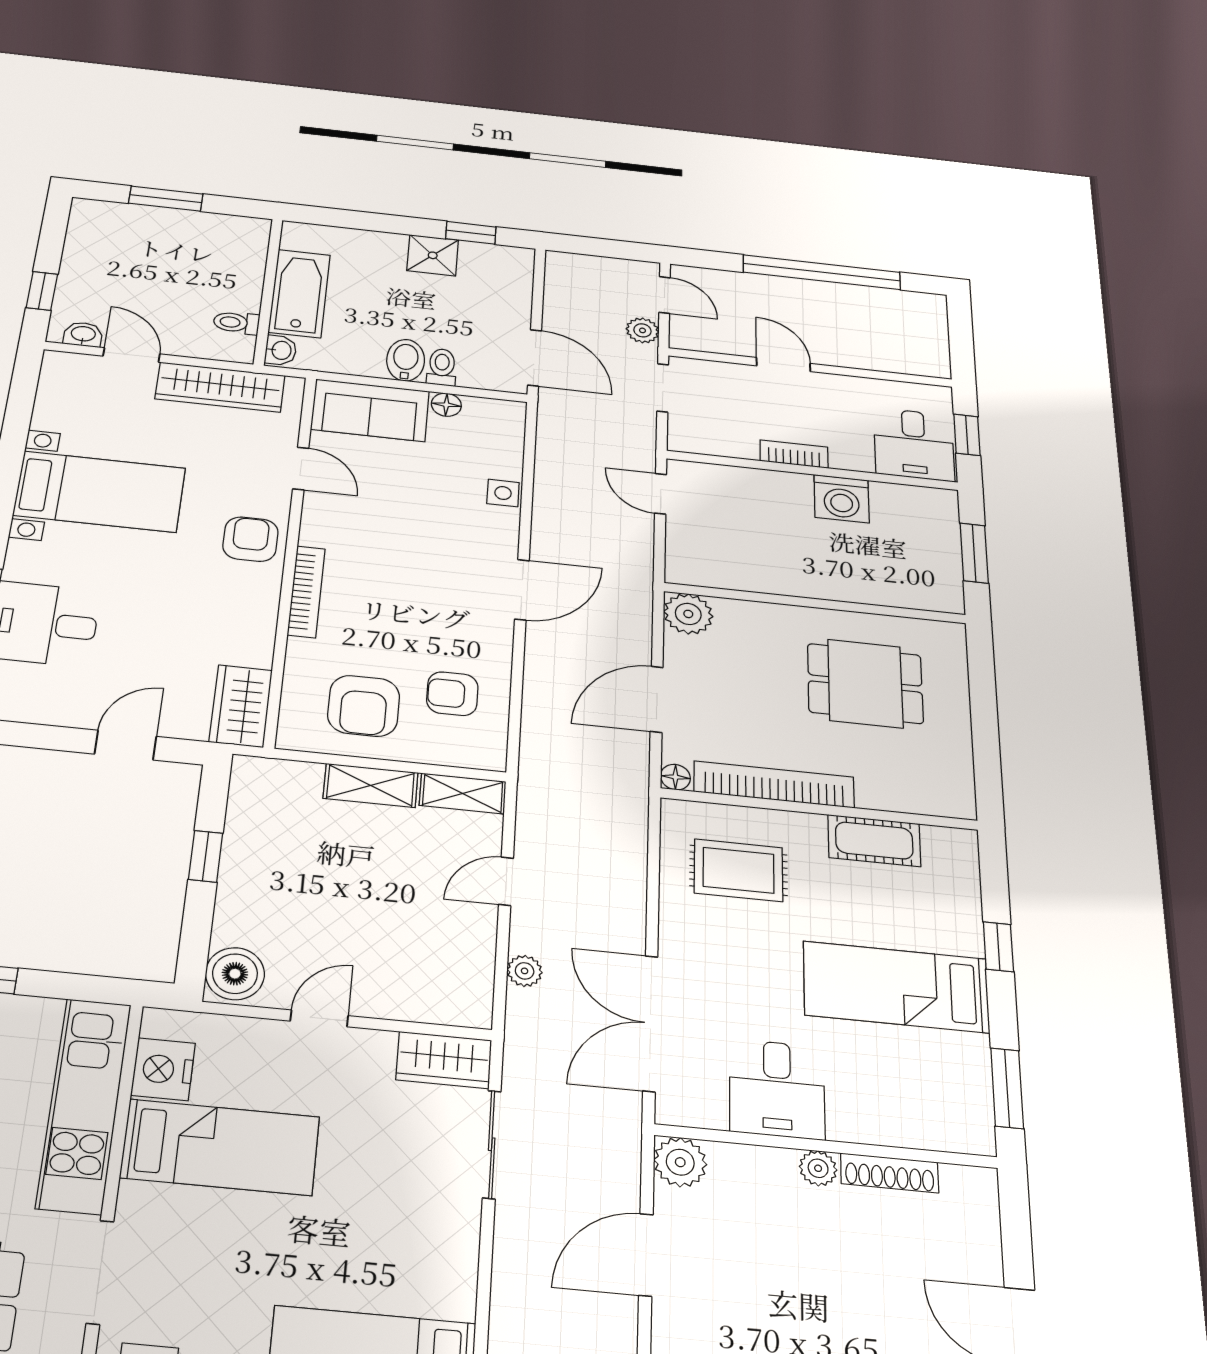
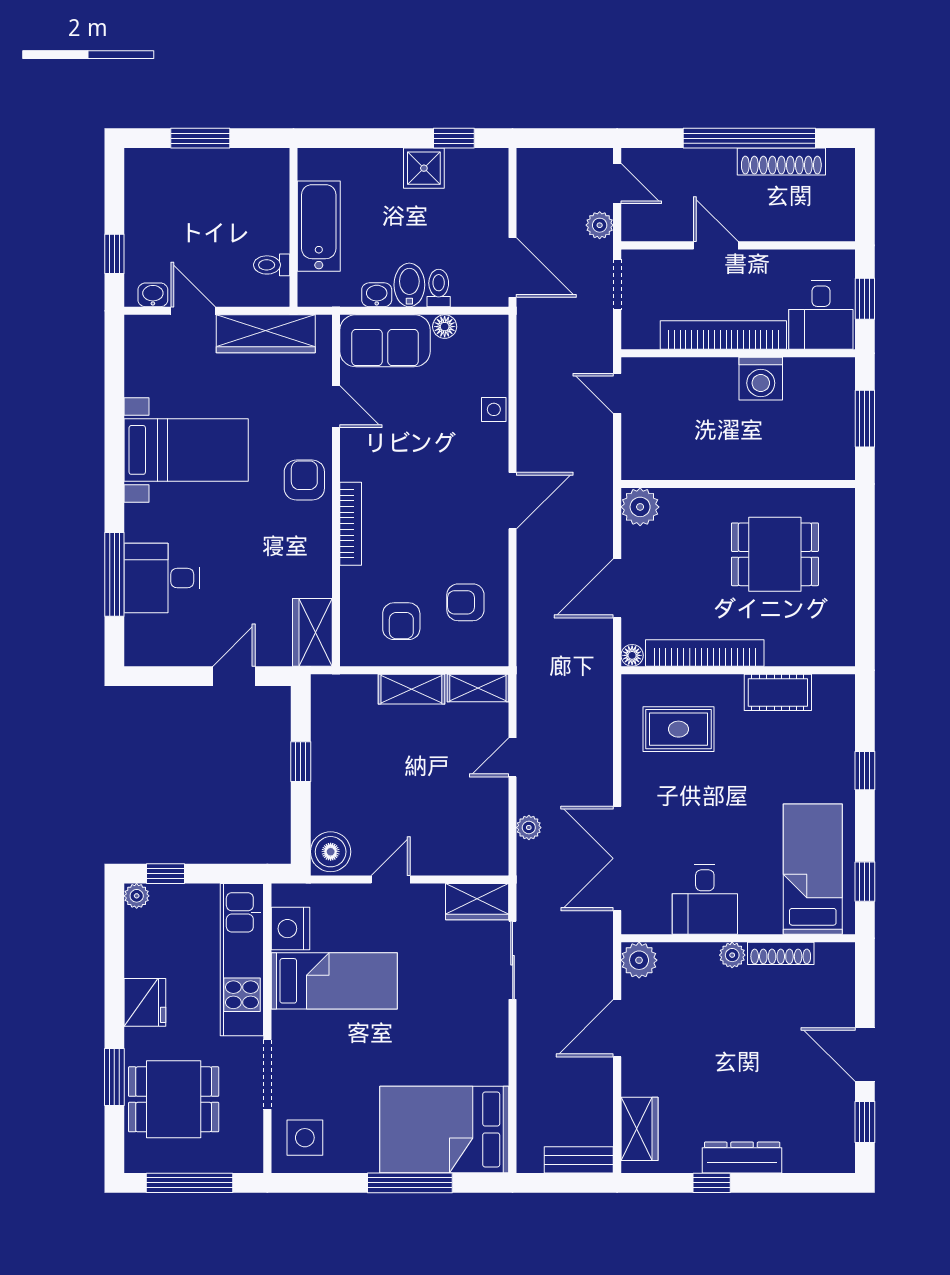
shoe rack: (860, 297) -> (781, 162), added
washbasin: (281, 350) -> (377, 295), moved, turned -90
bookcase: (794, 454) -> (723, 335), width x2.31, depth x1.31
armchair: (364, 706) -> (401, 621), width x0.72, depth x0.72
bed: (896, 987) -> (813, 869), moved, turned 90
window: (1007, 1088) -> (865, 882), width x0.67

